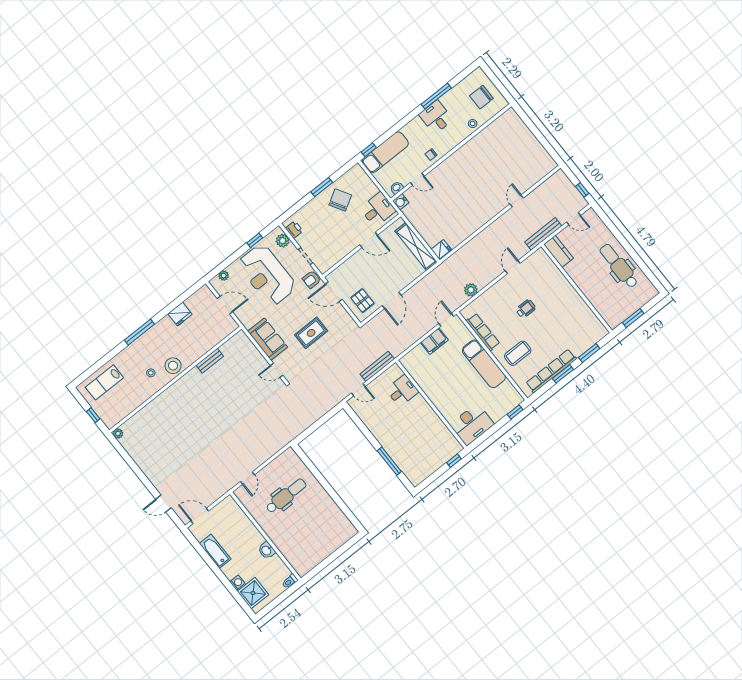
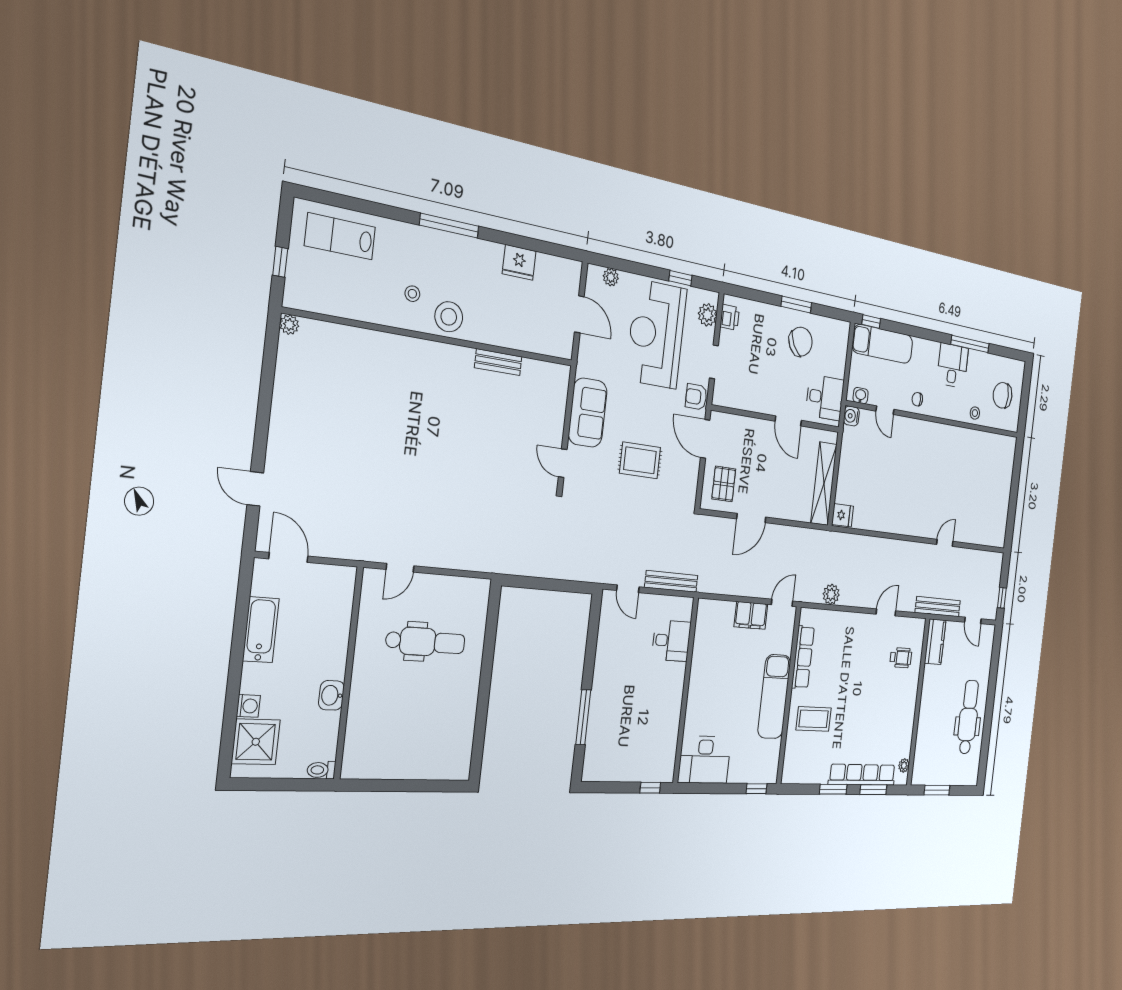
wheelchair: (526, 309) -> (901, 658), moved
plant: (598, 325) -> (904, 765), added
row of seats: (551, 371) -> (862, 775), moved

